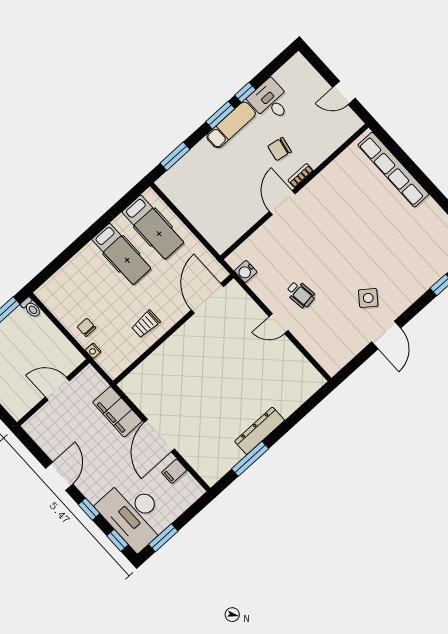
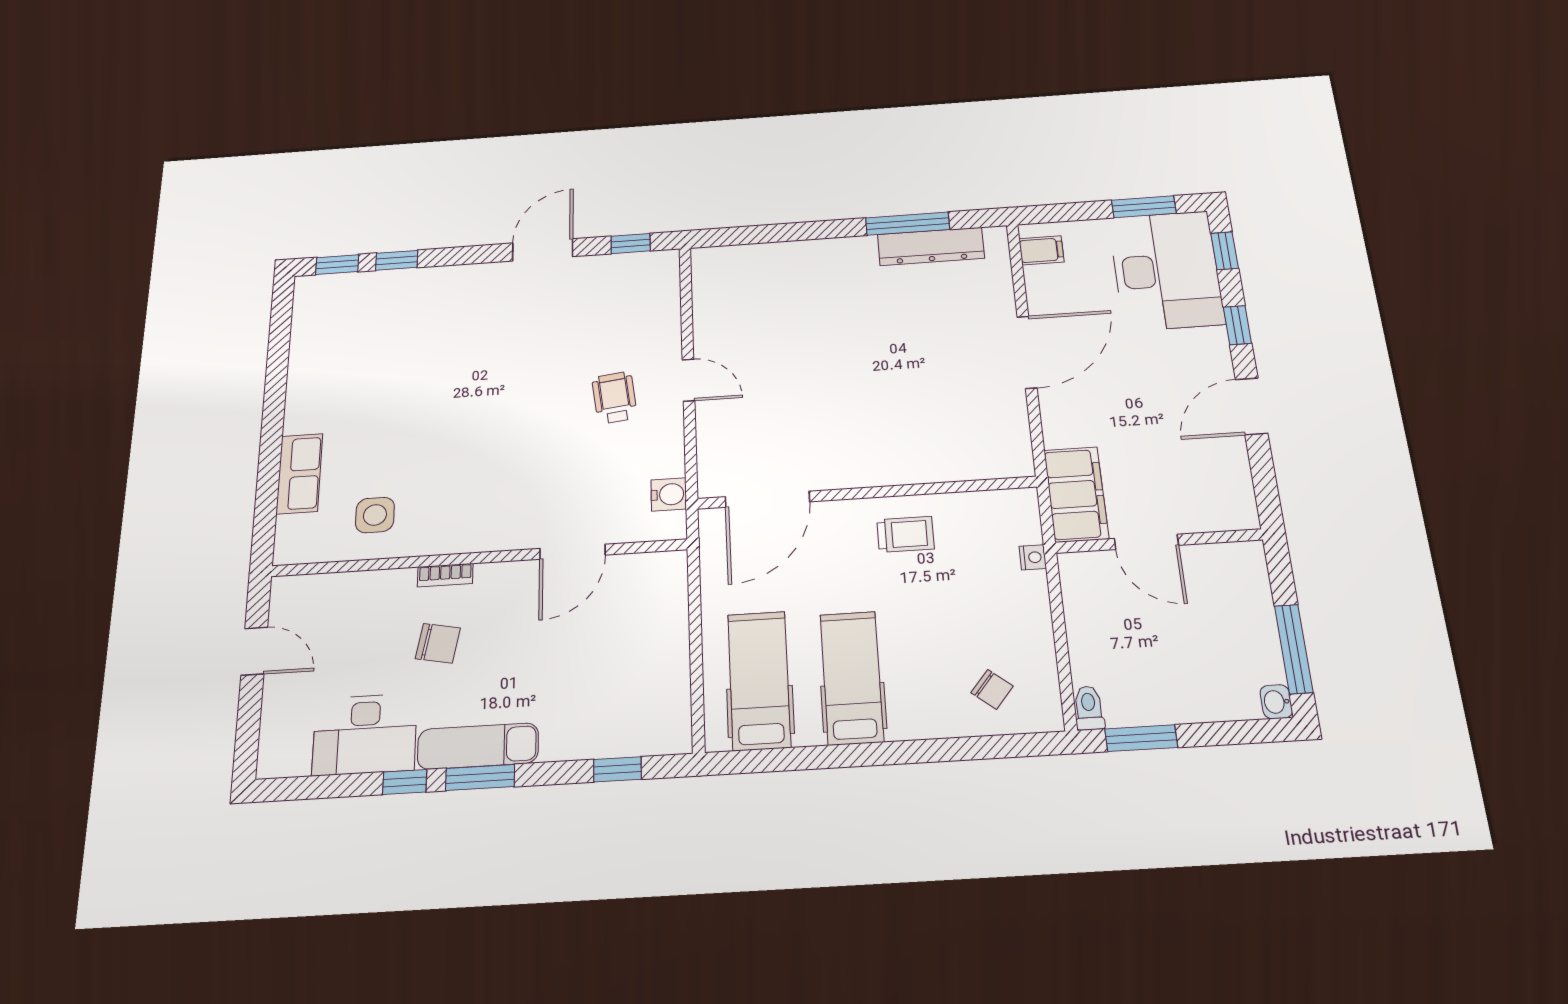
desk: (270, 101) -> (365, 734), width x1.37
window: (175, 156) -> (617, 769), width x0.67
row of seats: (393, 170) -> (299, 474), width x0.50
door: (282, 203) -> (572, 552), moved
side table: (368, 298) -> (375, 515), moved, turned -38
chair: (87, 327) -> (992, 689), moved, turned -51
window: (353, 365) -> (631, 244), added
filing cabinet: (117, 412) -> (1076, 494), moved
dresser: (260, 431) -> (931, 246), moved
filing cabinet: (174, 471) -> (1042, 250), moved

